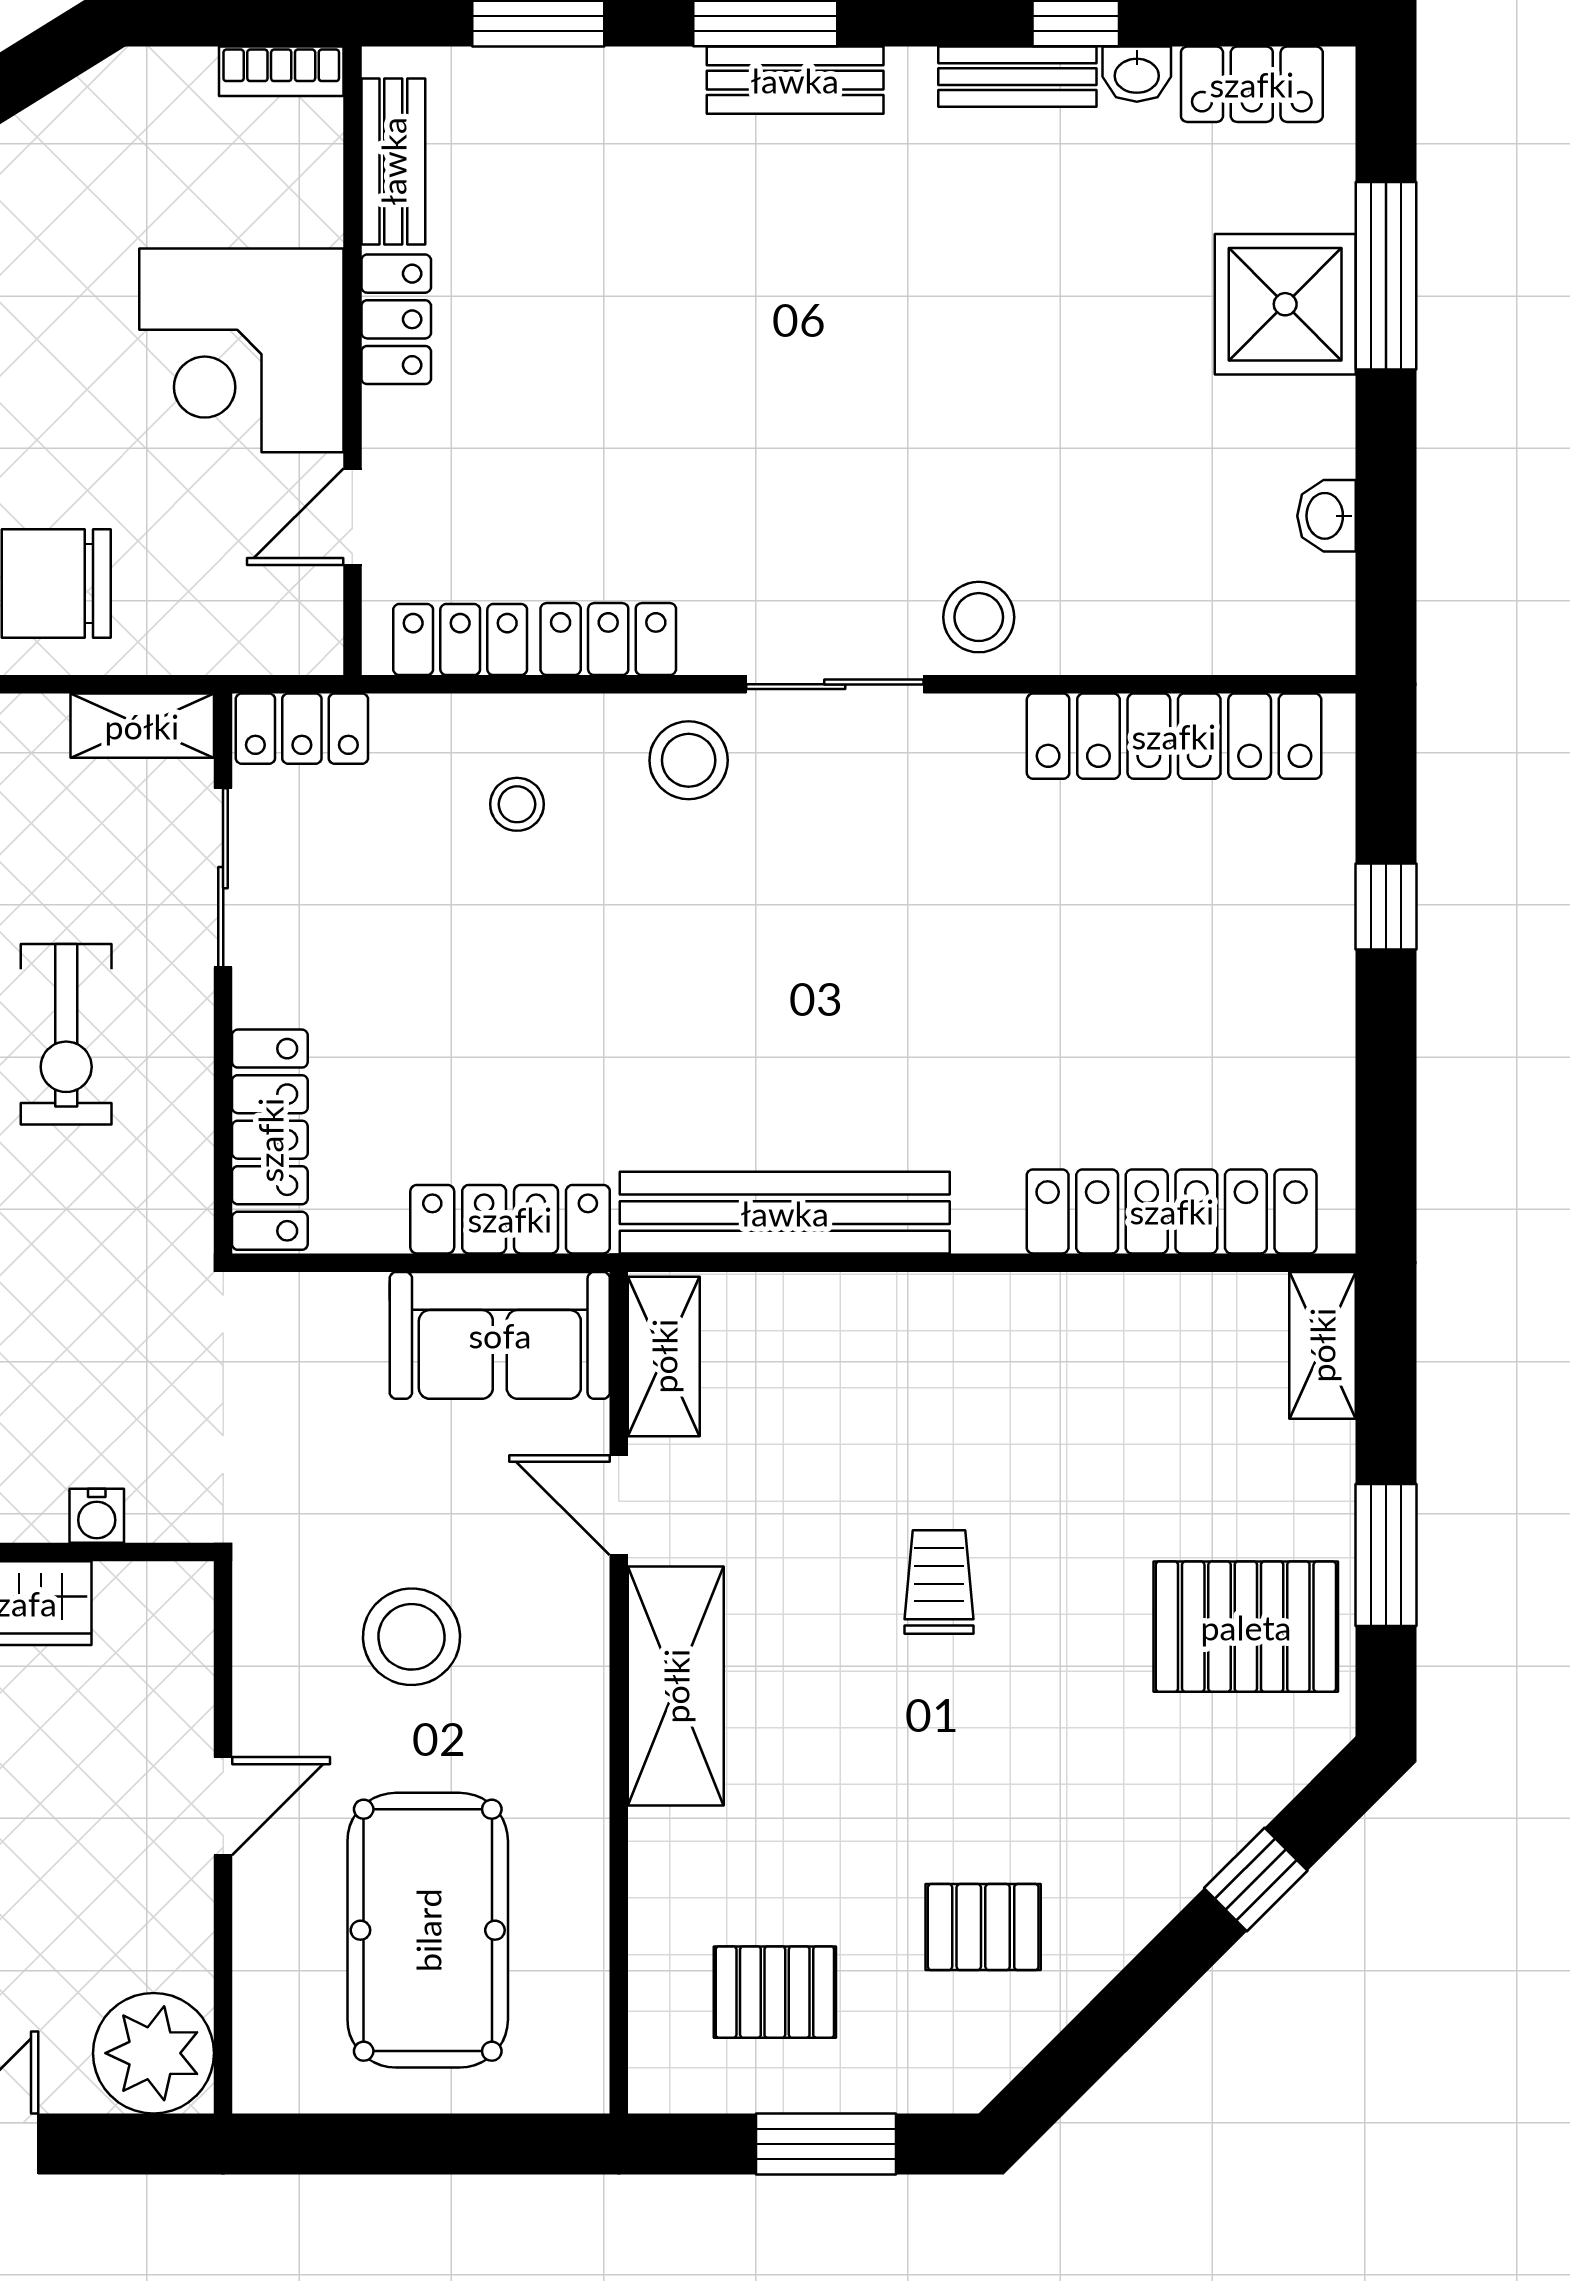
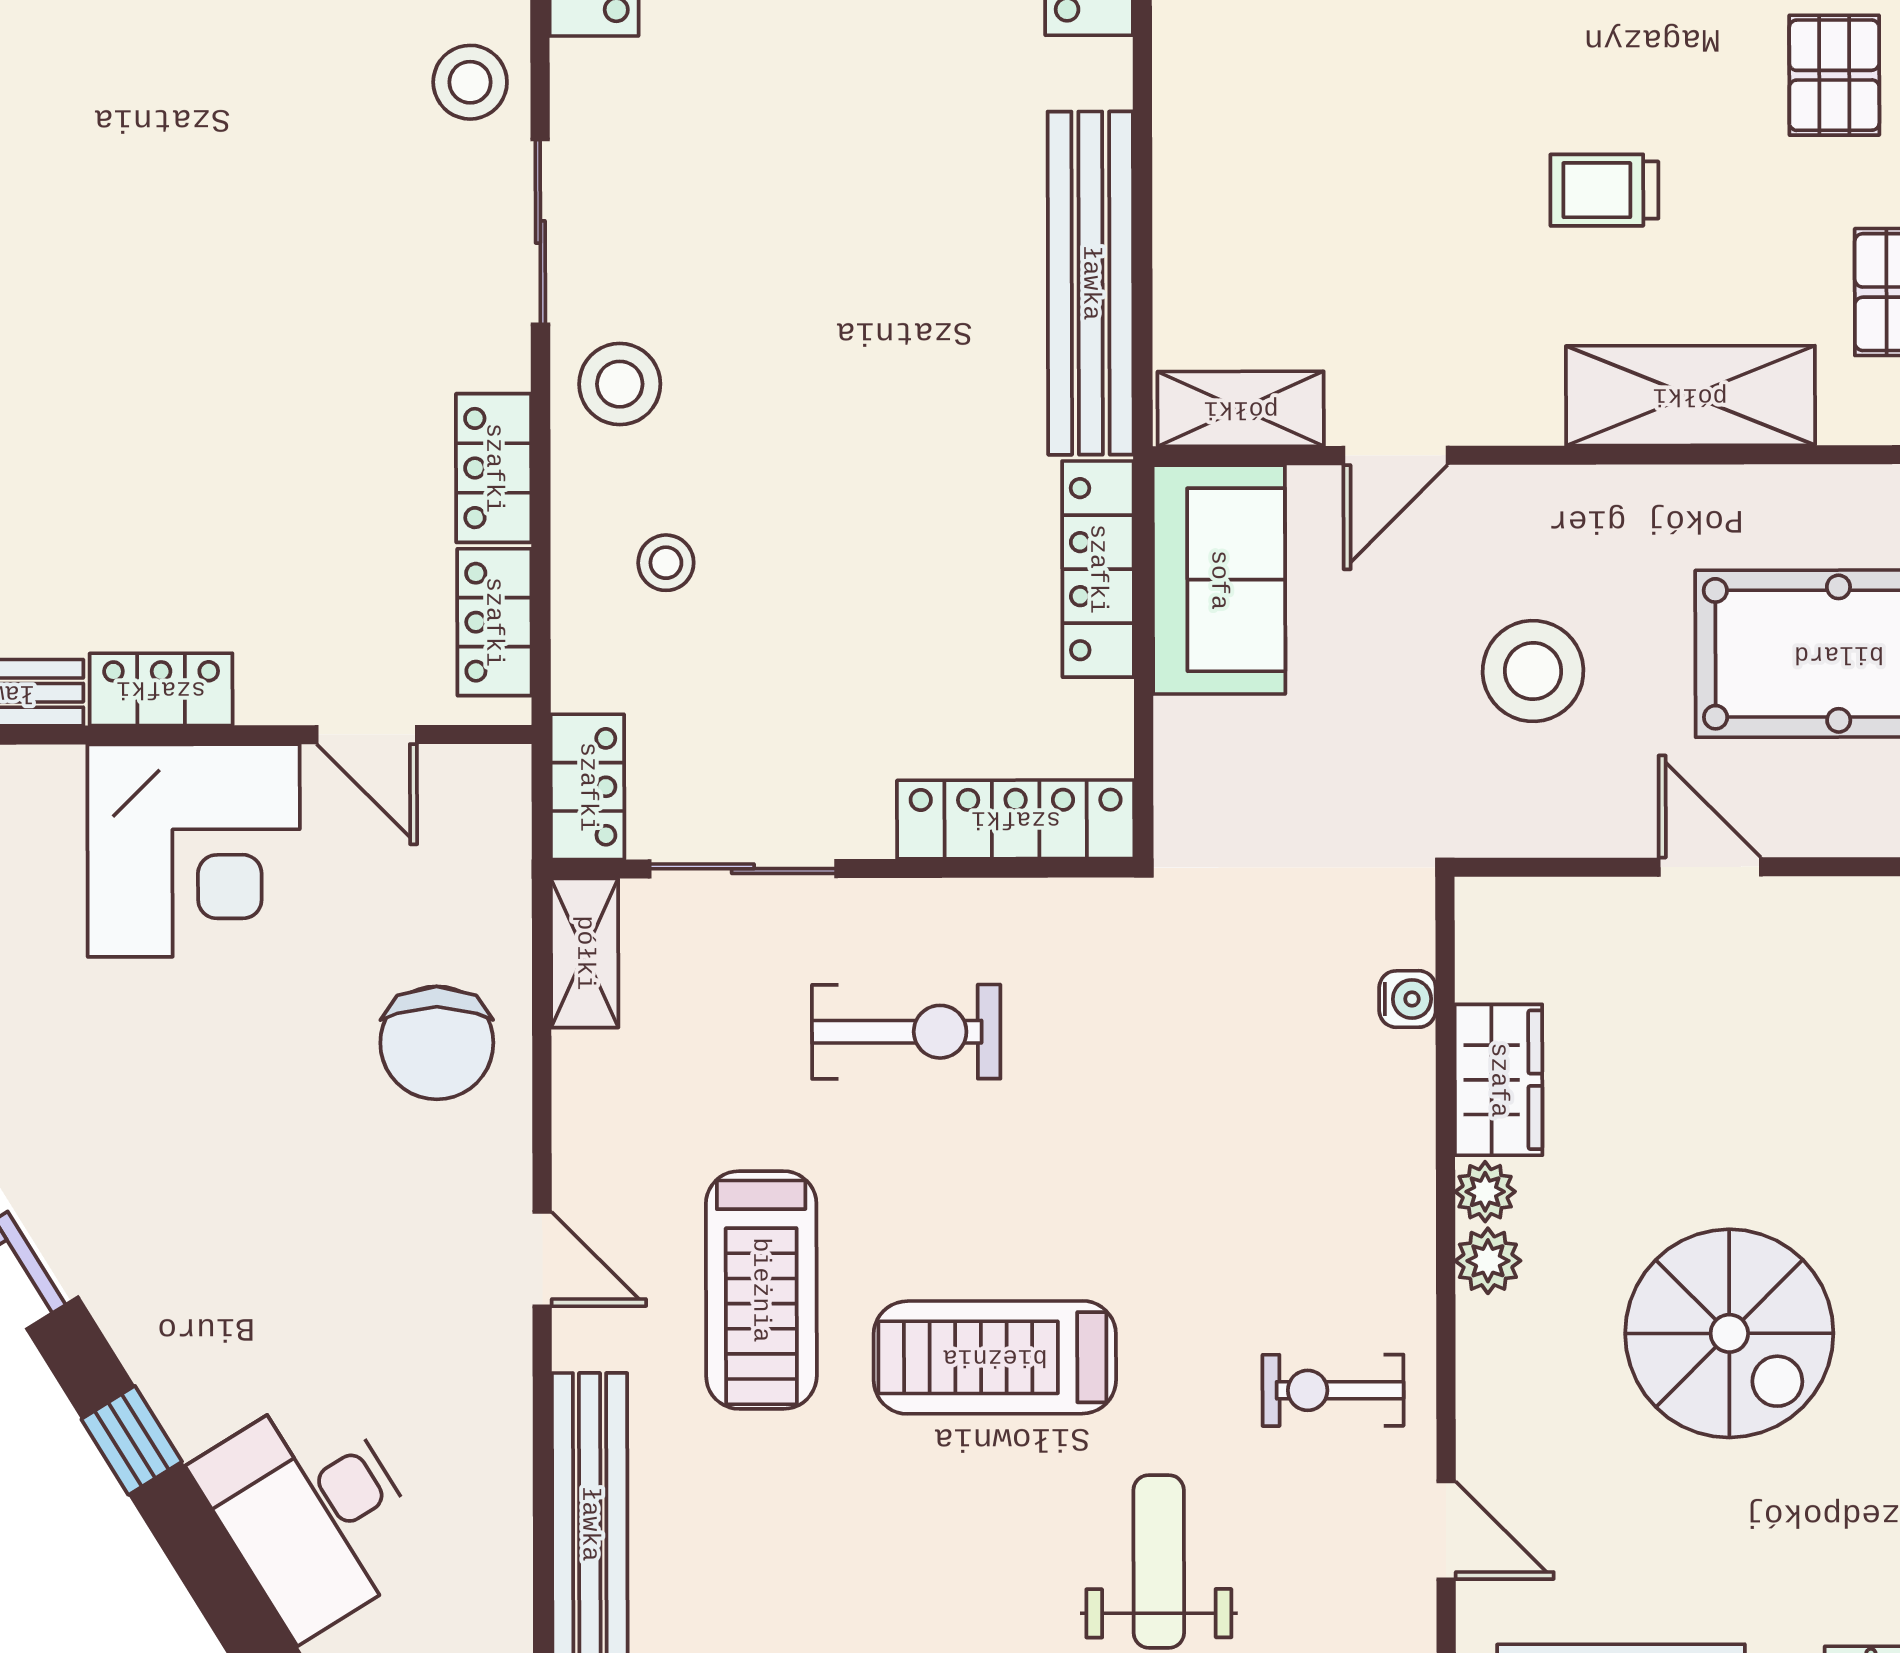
trolley: (939, 1582) -> (1604, 190), moved
shelving: (676, 1686) -> (1690, 396), moved

